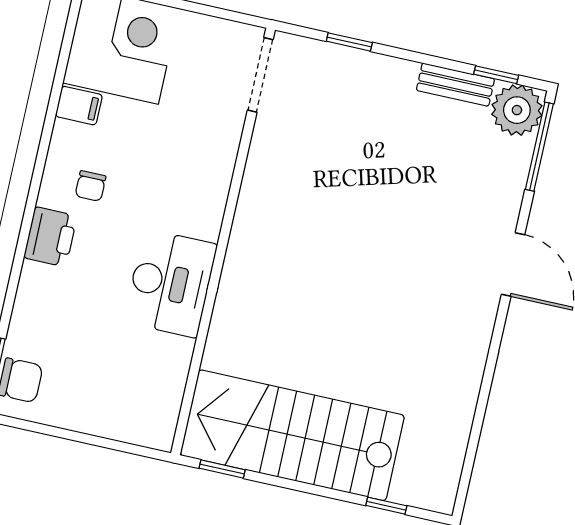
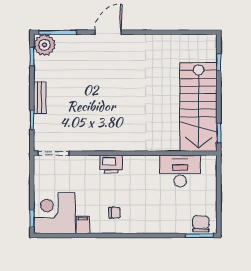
bench: (455, 85) -> (40, 98), moved
printer: (50, 237) -> (111, 164), moved, turned 180
desk: (170, 283) -> (180, 171), moved

